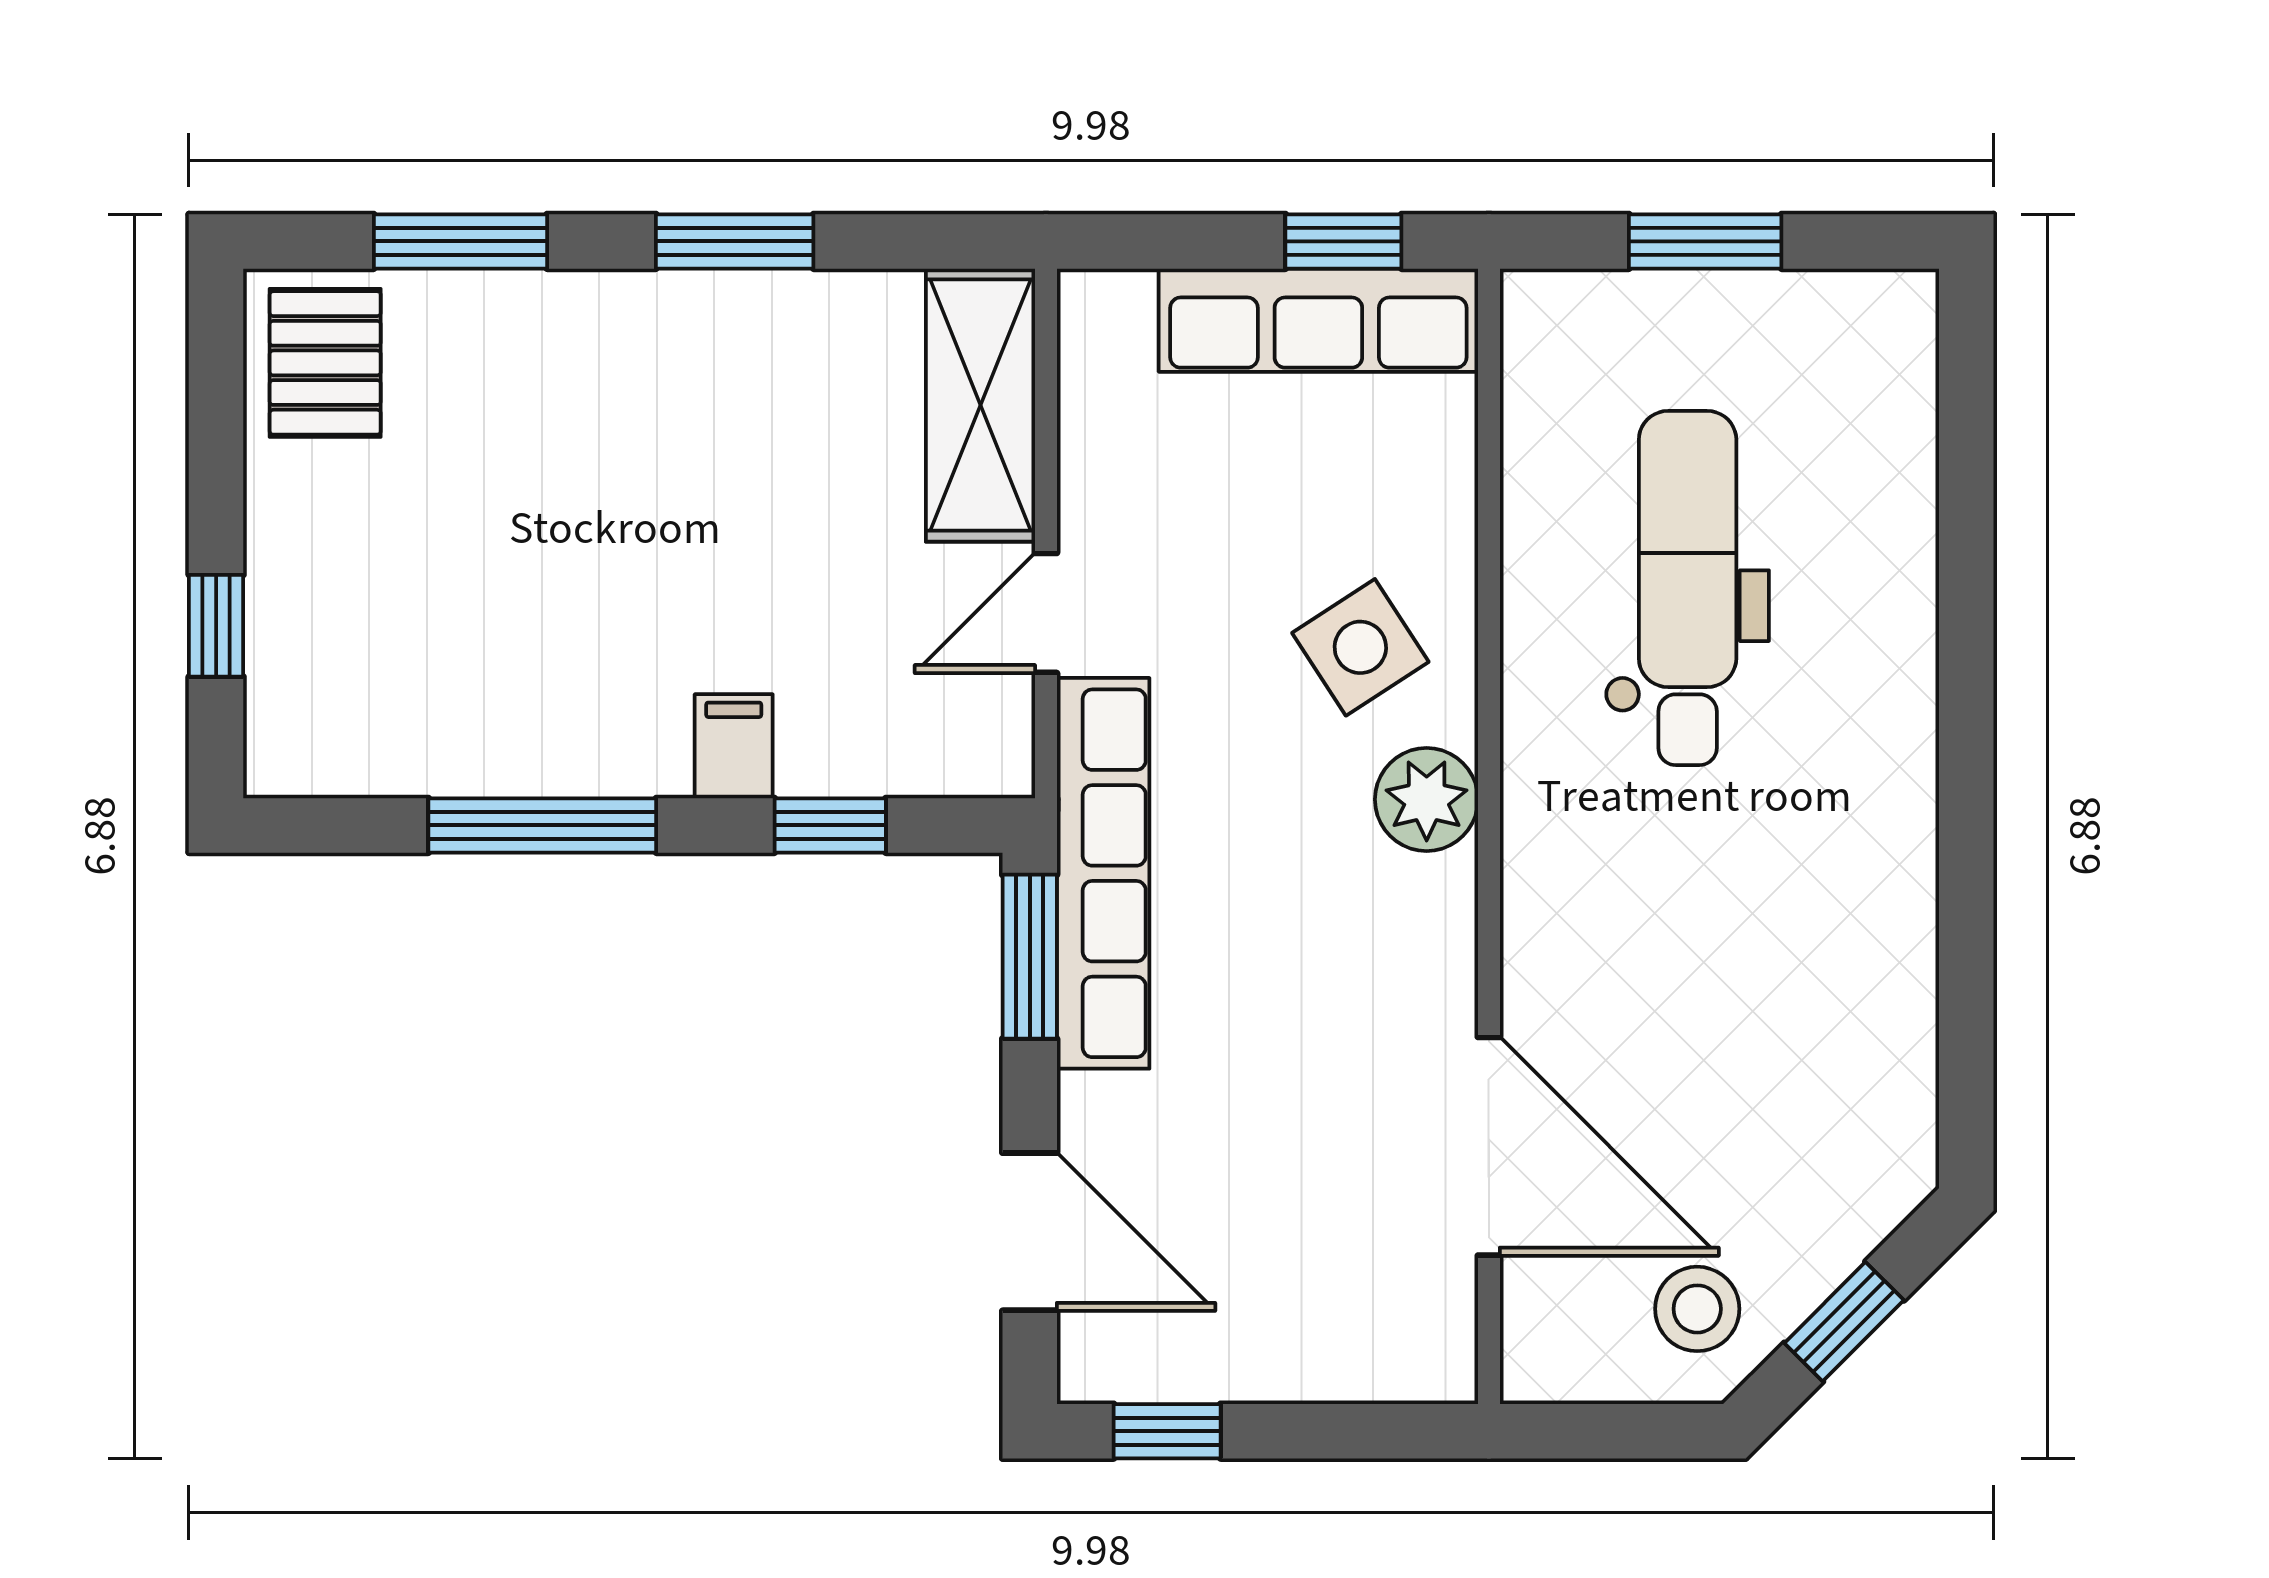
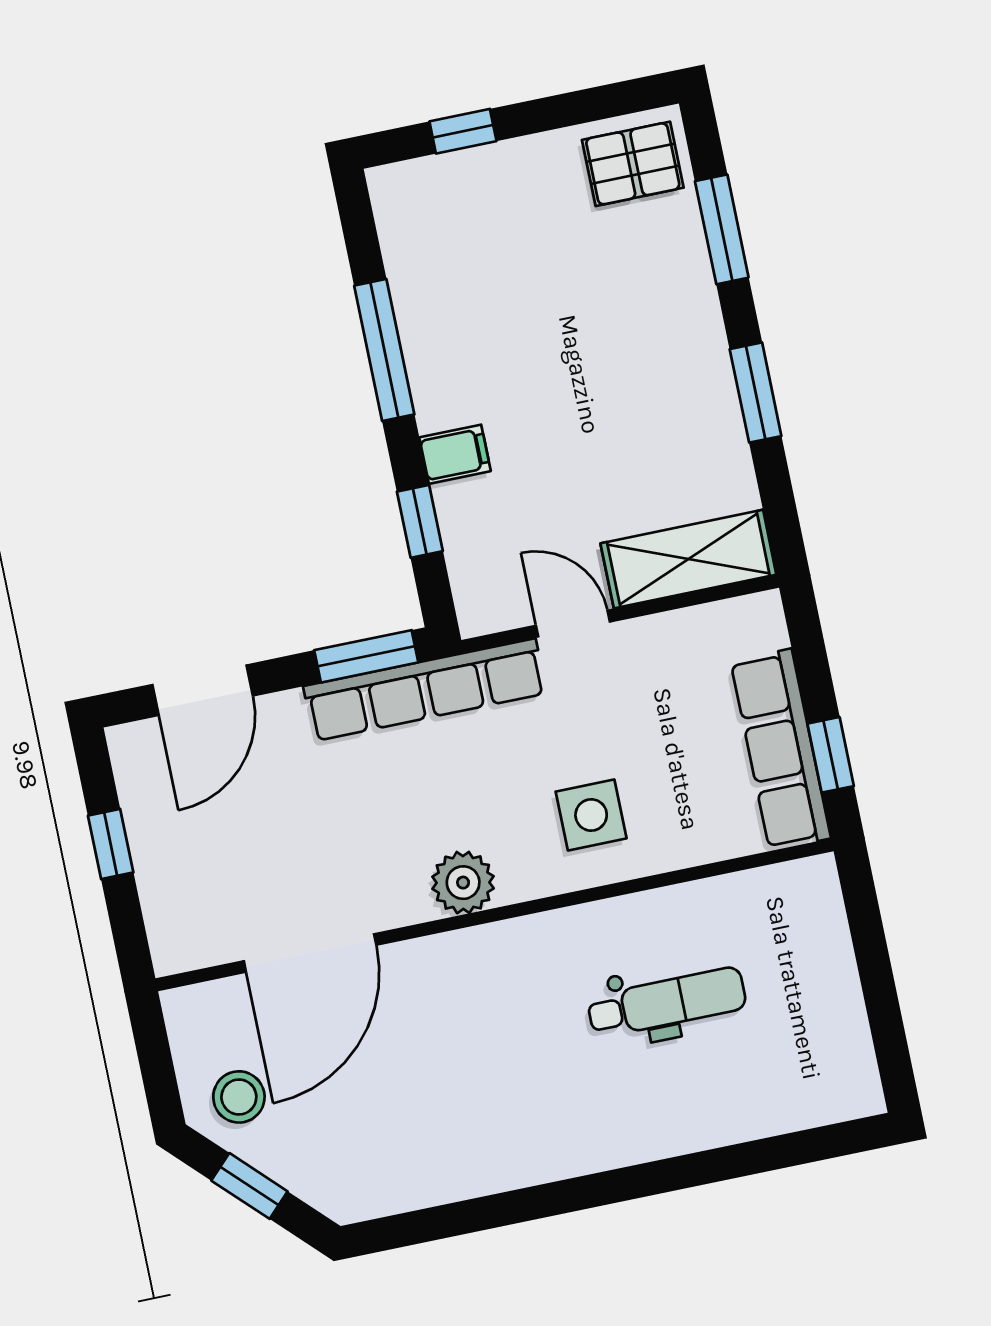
window: (1705, 241) -> (875, 970), removed
dental chair: (1688, 588) -> (667, 1002), width x0.73, depth x0.72
side table: (1360, 647) -> (591, 815), turned 33
plant: (1427, 799) -> (463, 883), moved
window: (1167, 1431) -> (111, 844), moved

